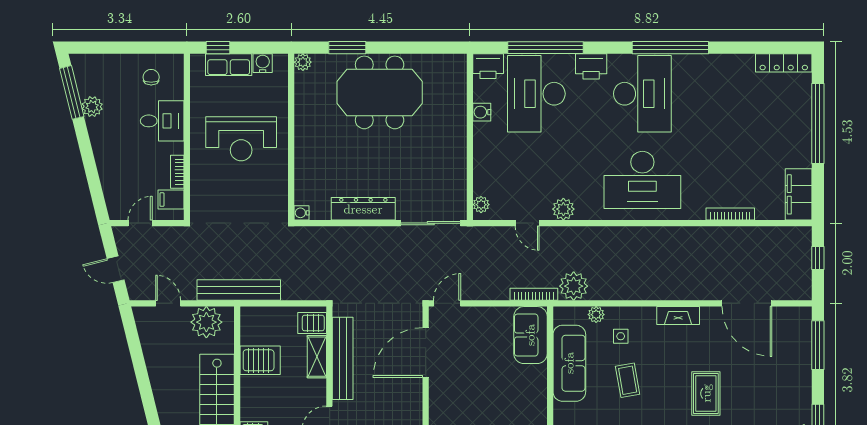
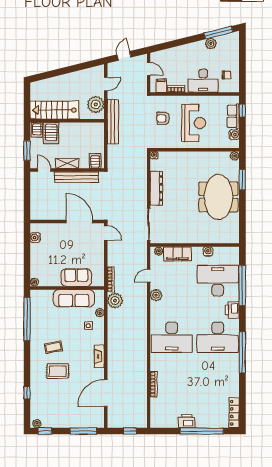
printer: (488, 66) -> (187, 421), moved, turned 90
desk: (162, 121) -> (203, 81), width x1.37
reception desk: (241, 139) -> (194, 123), turned 180
desk: (642, 180) -> (172, 337), turned -90
filing cabinet: (799, 194) -> (178, 254), moved, turned 180
armchair: (232, 196) -> (163, 118), added
sofa: (530, 335) -> (76, 278), moved
shelving: (317, 357) -> (67, 163), moved
server rack: (260, 360) -> (51, 133), moved
coffee table: (628, 380) -> (53, 347), moved

